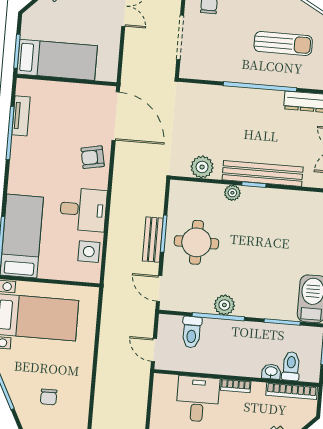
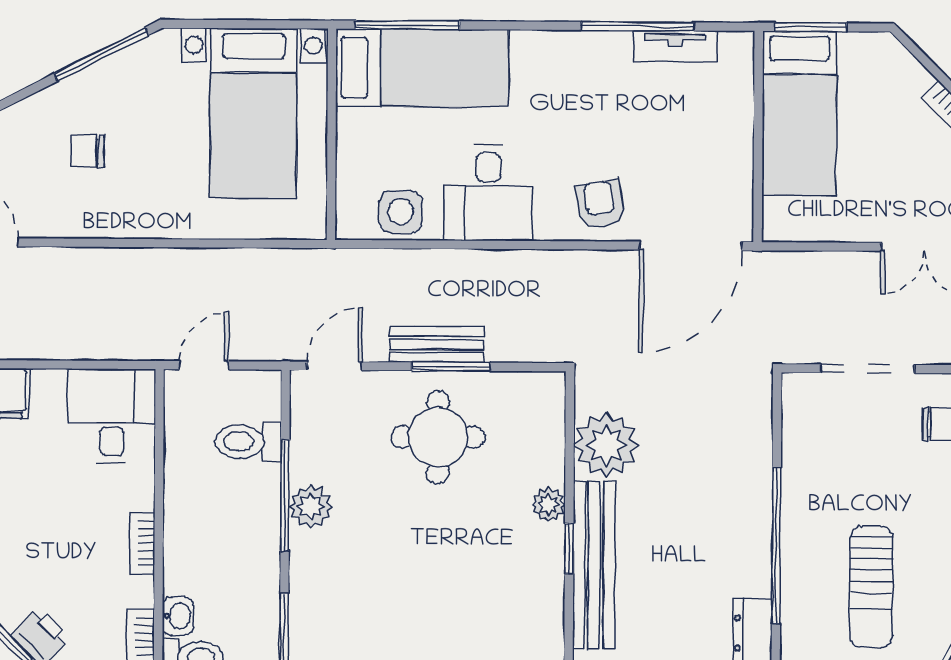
plant: (202, 167) -> (606, 445), width x1.36, depth x1.36
desk: (198, 399) -> (112, 416), moved, turned -90

